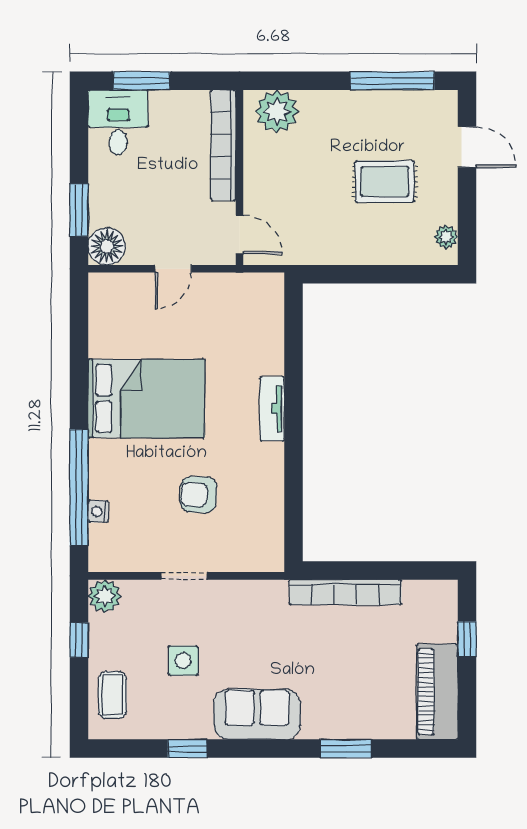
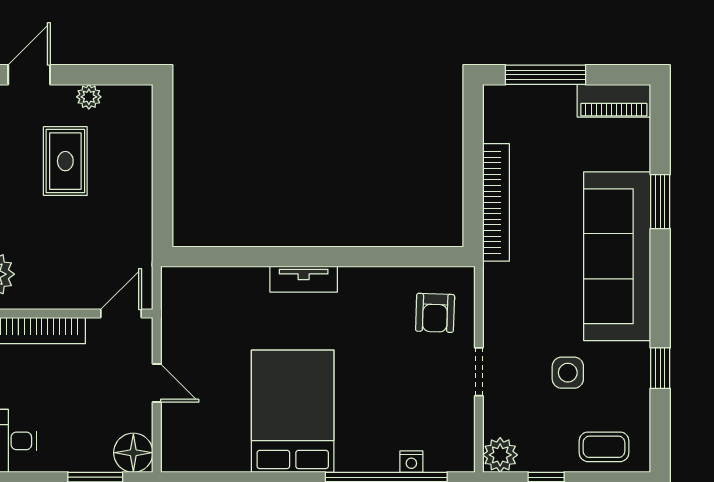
plant: (446, 237) -> (89, 97), moved
armchair: (198, 495) -> (435, 313), moved
window: (467, 639) -> (545, 75), width x2.17
piano: (437, 692) -> (614, 101), width x0.73, depth x0.75
sofa: (257, 714) -> (617, 256), width x1.85, depth x1.27

